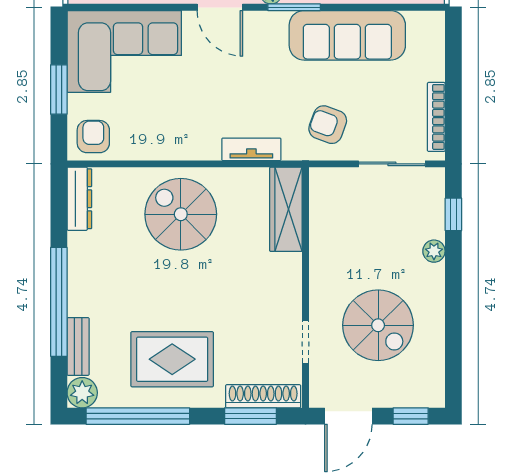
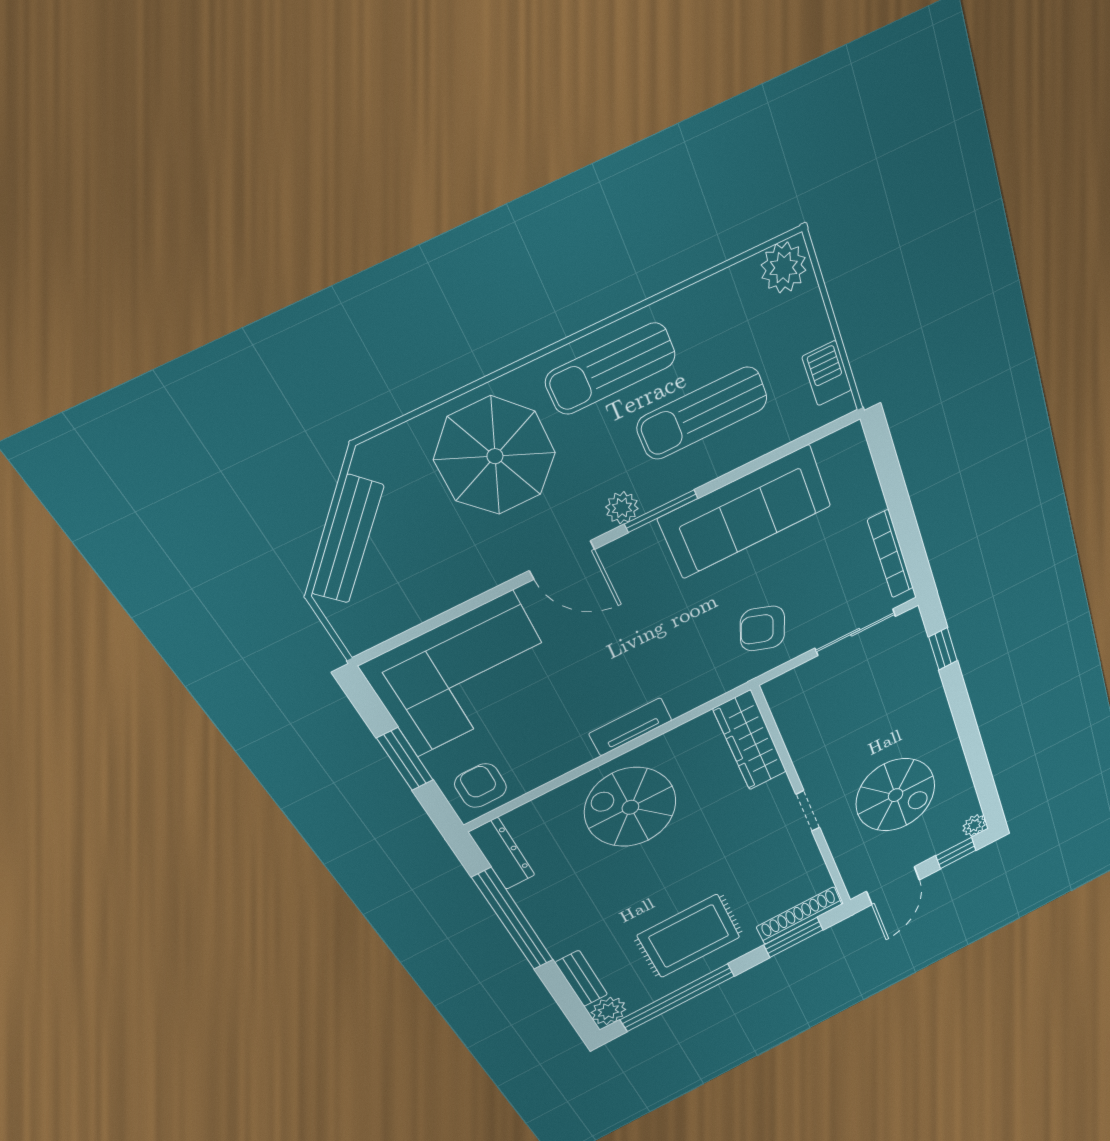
tv unit: (251, 149) -> (630, 727), moved
plant: (434, 251) -> (974, 825), moved
window: (59, 302) -> (513, 920), moved
doorway: (306, 342) -> (808, 811), moved

